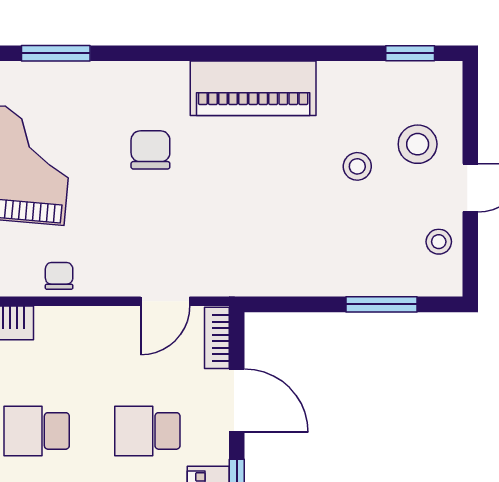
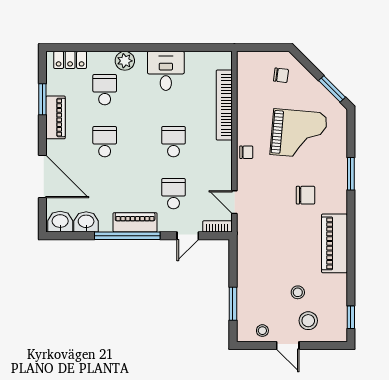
window: (56, 53) -> (351, 174), moved
door: (237, 401) -> (188, 236), width x0.73

